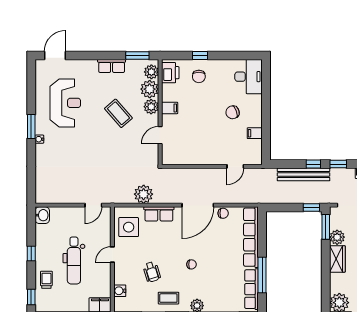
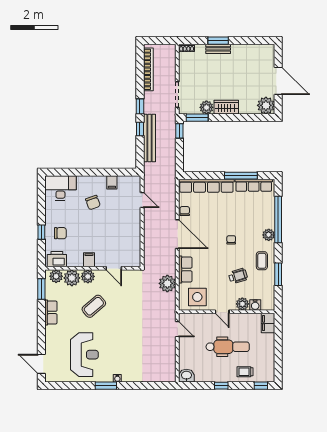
reception desk: (65, 103) -> (84, 355), turned 90
plant: (121, 277) -> (242, 304), added

